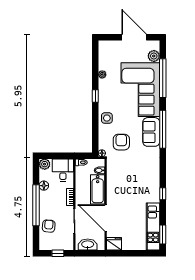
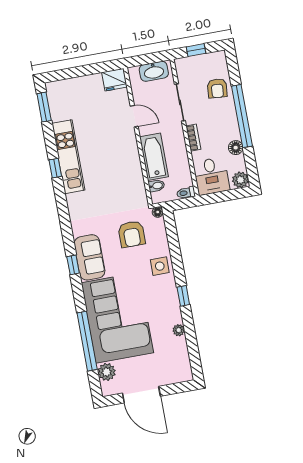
window: (163, 129) -> (73, 265), width x0.32
door: (106, 218) -> (134, 116), width x0.53
kitchen unit: (153, 227) -> (68, 157), moved

